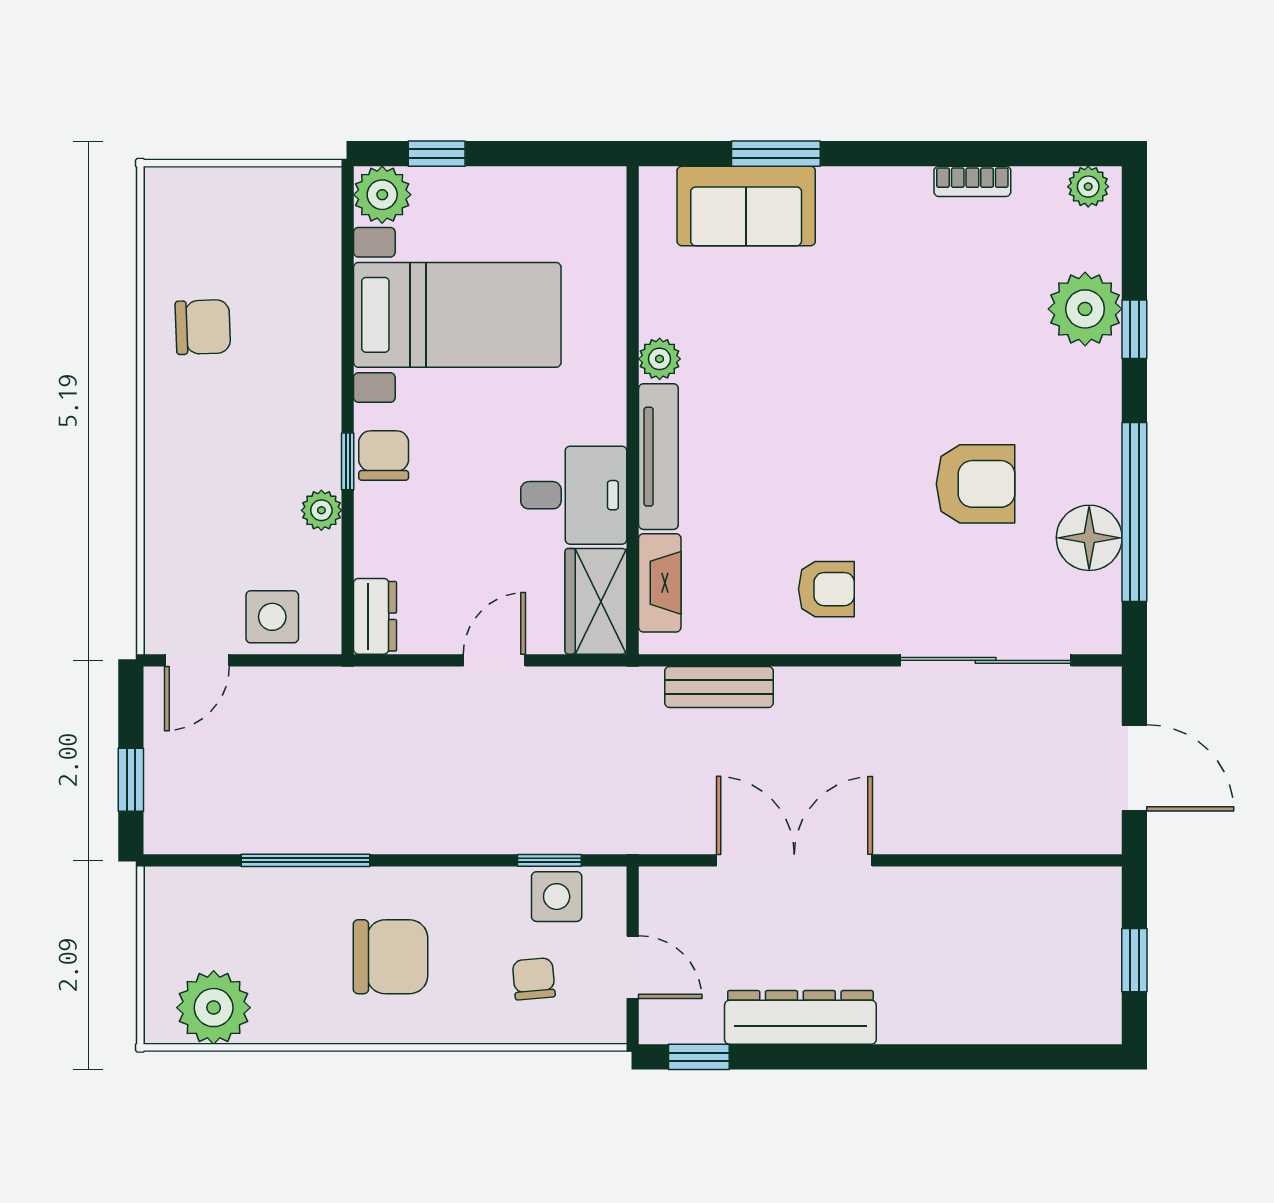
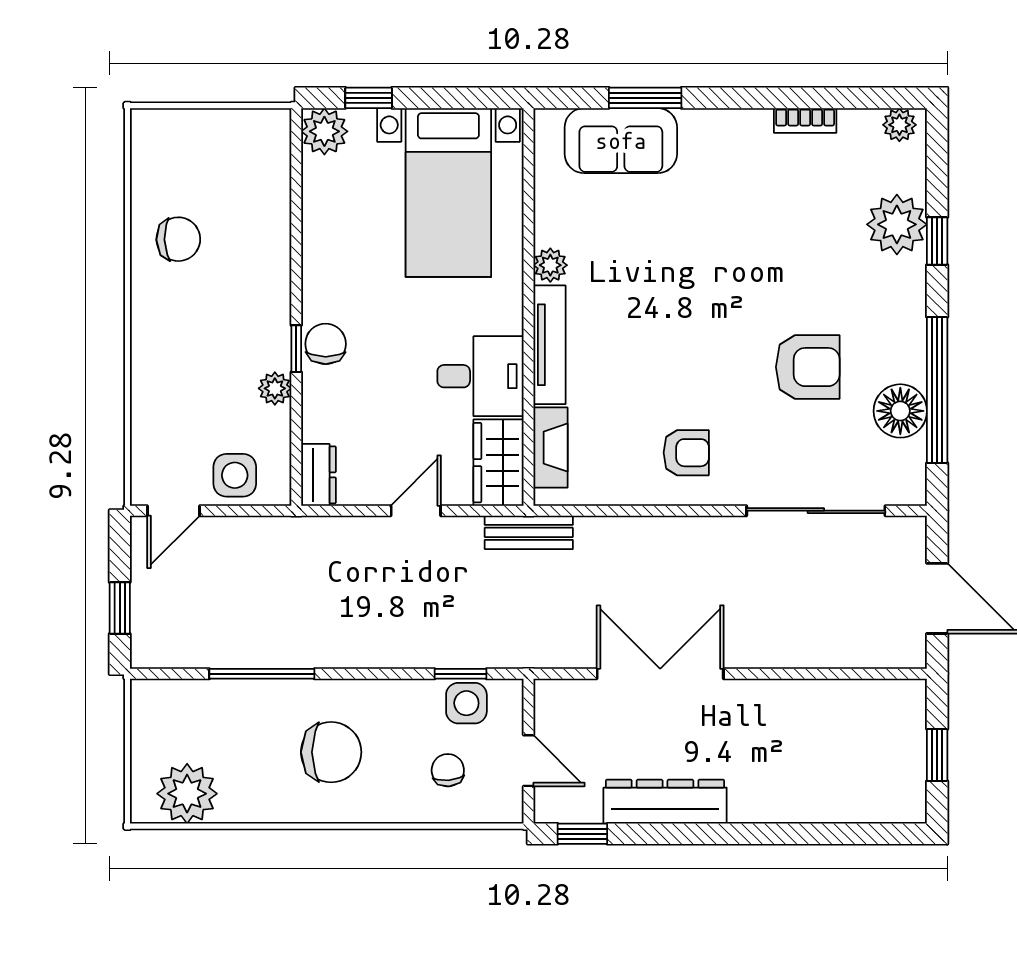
bed with nightstands: (457, 315) -> (448, 192), moved, turned 90
bench: (719, 687) -> (529, 532), moved

